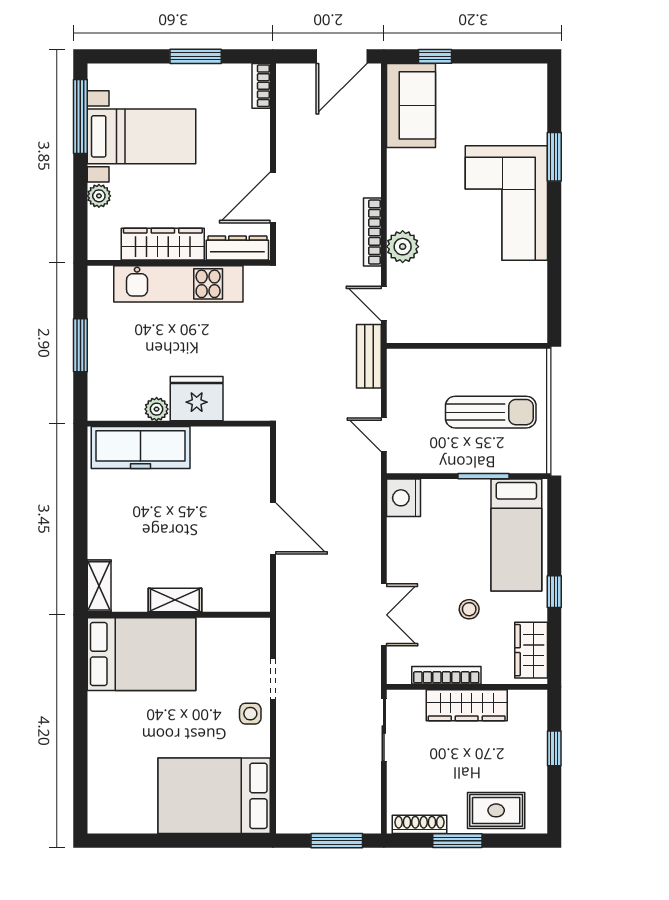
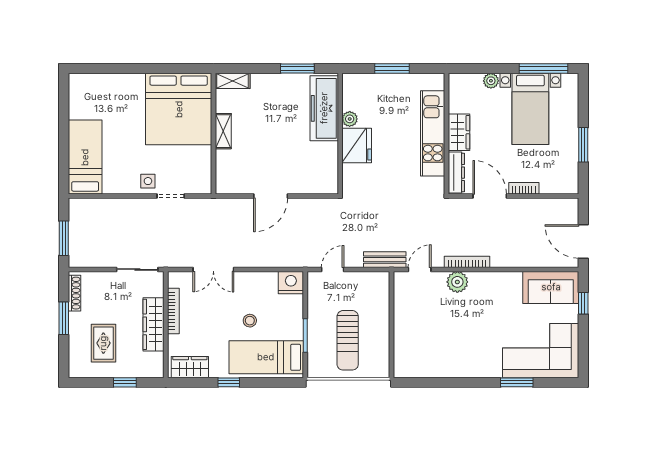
bookcase: (261, 86) -> (524, 188), moved
corner sofa: (506, 203) -> (541, 351), moved
wardrobe: (163, 244) -> (459, 132), width x0.67
window: (80, 488) -> (297, 68), added
stool: (469, 609) -> (250, 321), moved
bed: (141, 654) -> (179, 109), width x1.36
bed: (214, 796) -> (85, 157), width x0.67
rug: (496, 810) -> (103, 343), moved

